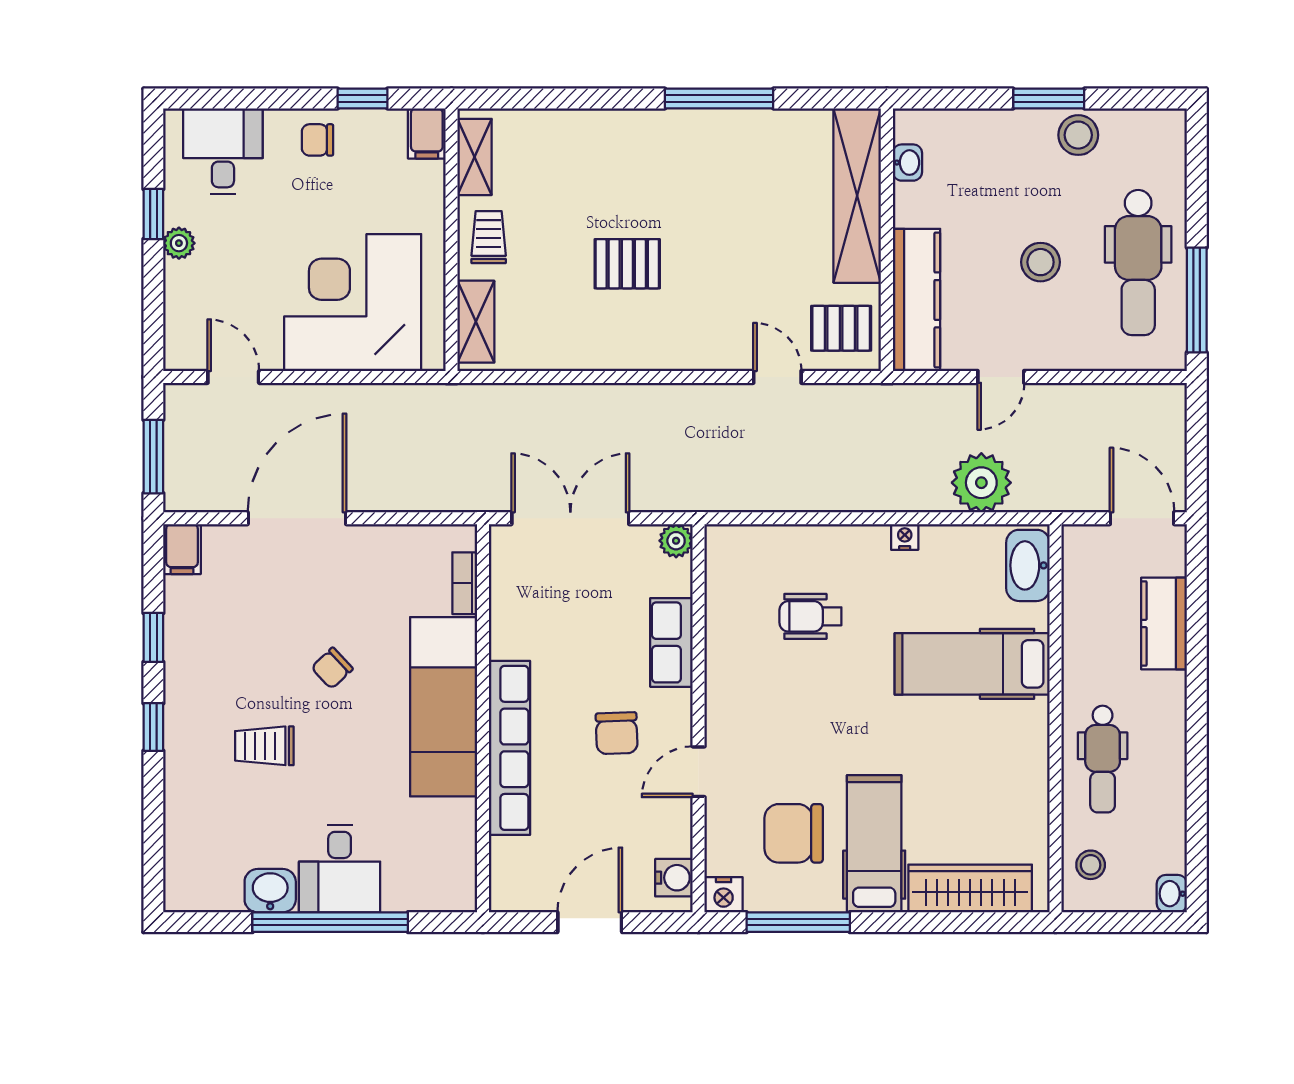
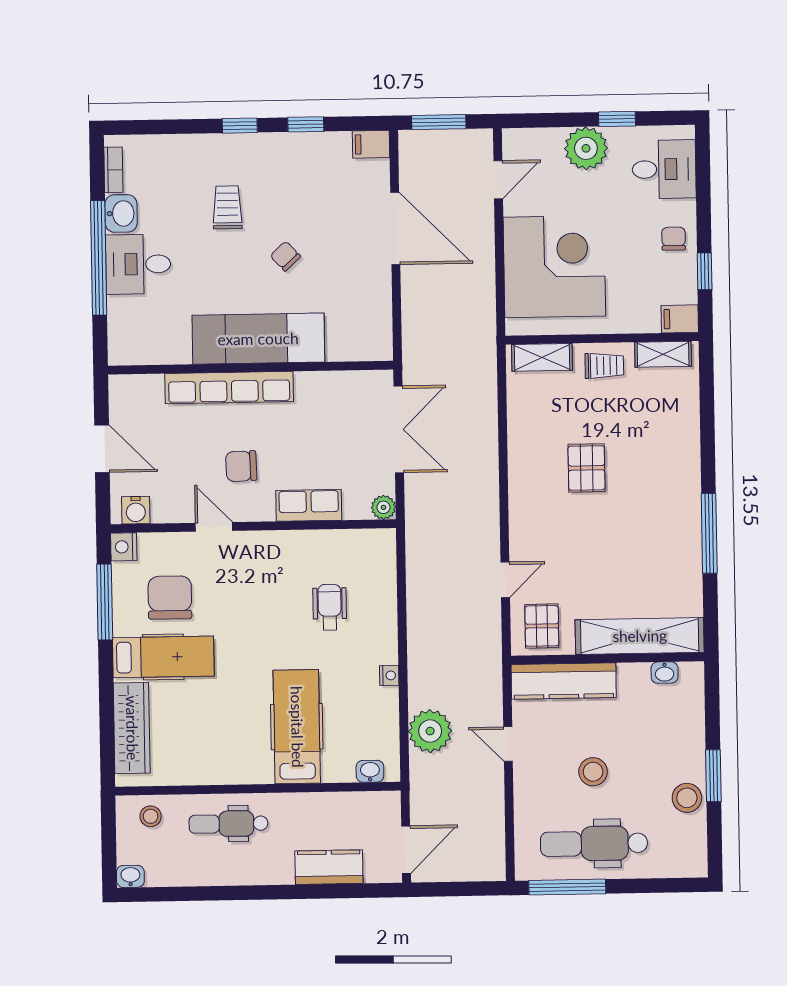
plant: (179, 243) -> (586, 148), width x1.87, depth x1.87
washbasin: (1028, 565) -> (370, 771), width x0.52, depth x0.69
bookcase: (465, 583) -> (113, 170), moved, turned 90

